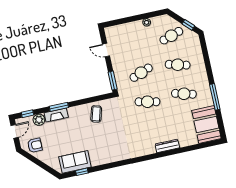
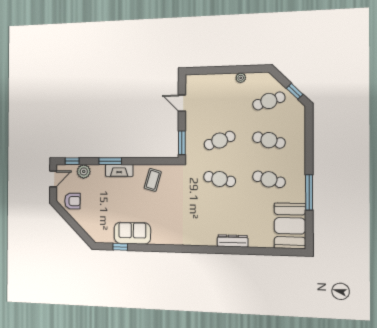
fireplace: (56, 115) -> (119, 170), moved
sofa: (75, 162) -> (132, 233), moved

